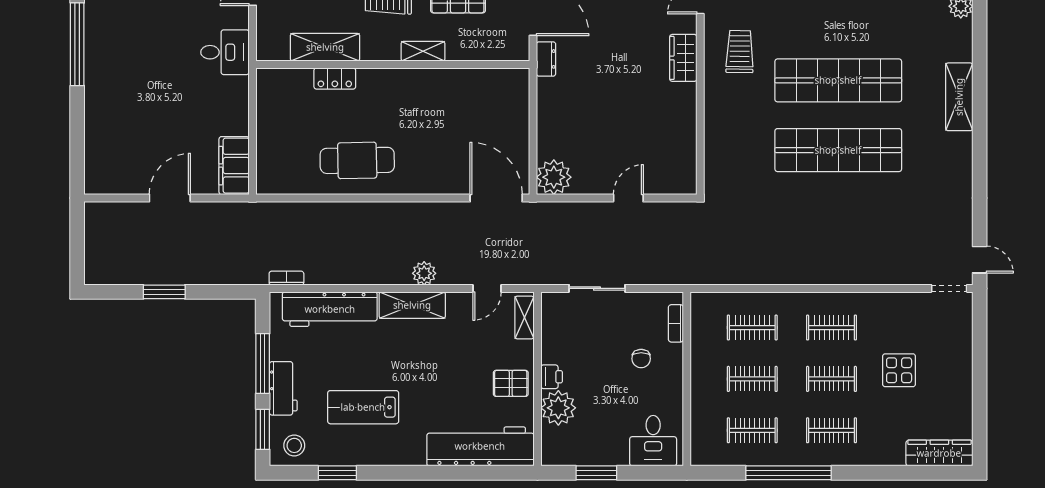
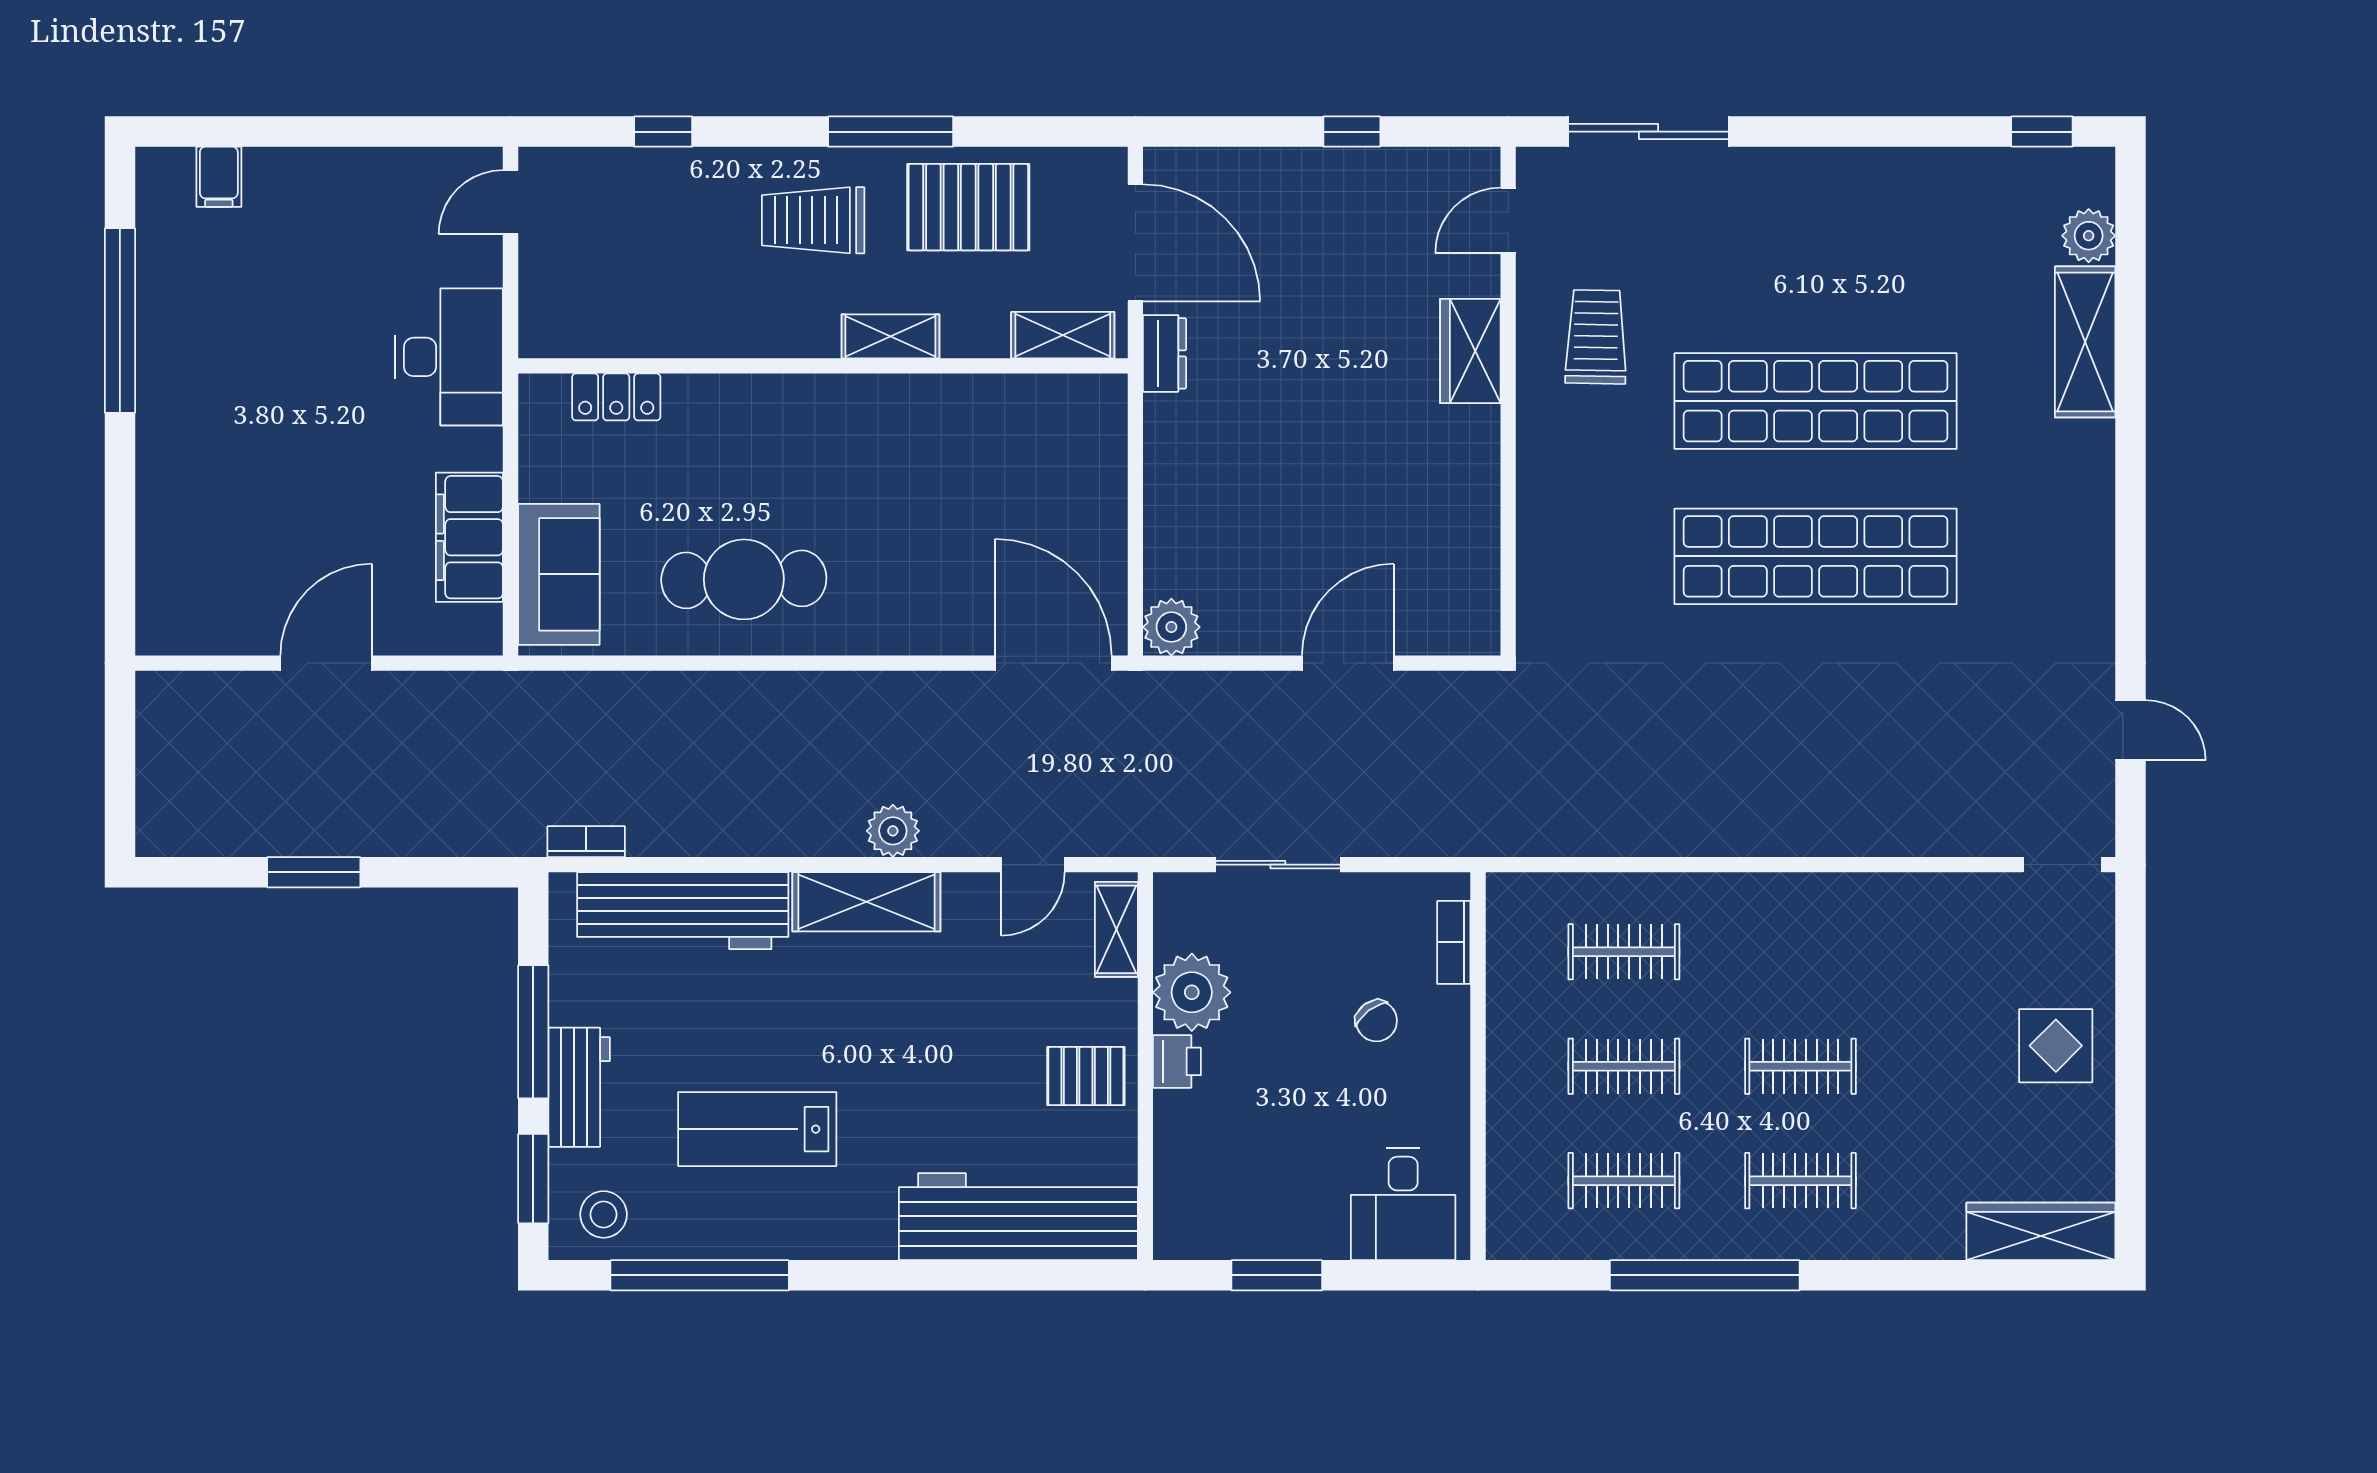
shelving: (325, 47) -> (1063, 335), moved, width x0.67, depth x0.75
desk: (225, 52) -> (449, 357), width x1.37
locker: (335, 79) -> (616, 397), moved
shelving: (959, 97) -> (2085, 342), moved
sofa: (274, 158) -> (559, 574), added
filing cabinet: (234, 166) -> (469, 537), moved
plant: (554, 177) -> (1171, 627), width x0.73, depth x0.73
door: (628, 198) -> (1348, 663), width x1.38
door: (980, 260) -> (2130, 730), moved
clothes rail: (831, 328) -> (1800, 952), removed
chair: (641, 359) -> (1376, 1021), turned -37
display table: (899, 370) -> (2056, 1046), moved
plant: (558, 408) -> (1192, 992), moved
window: (337, 473) -> (700, 1275), width x2.11

